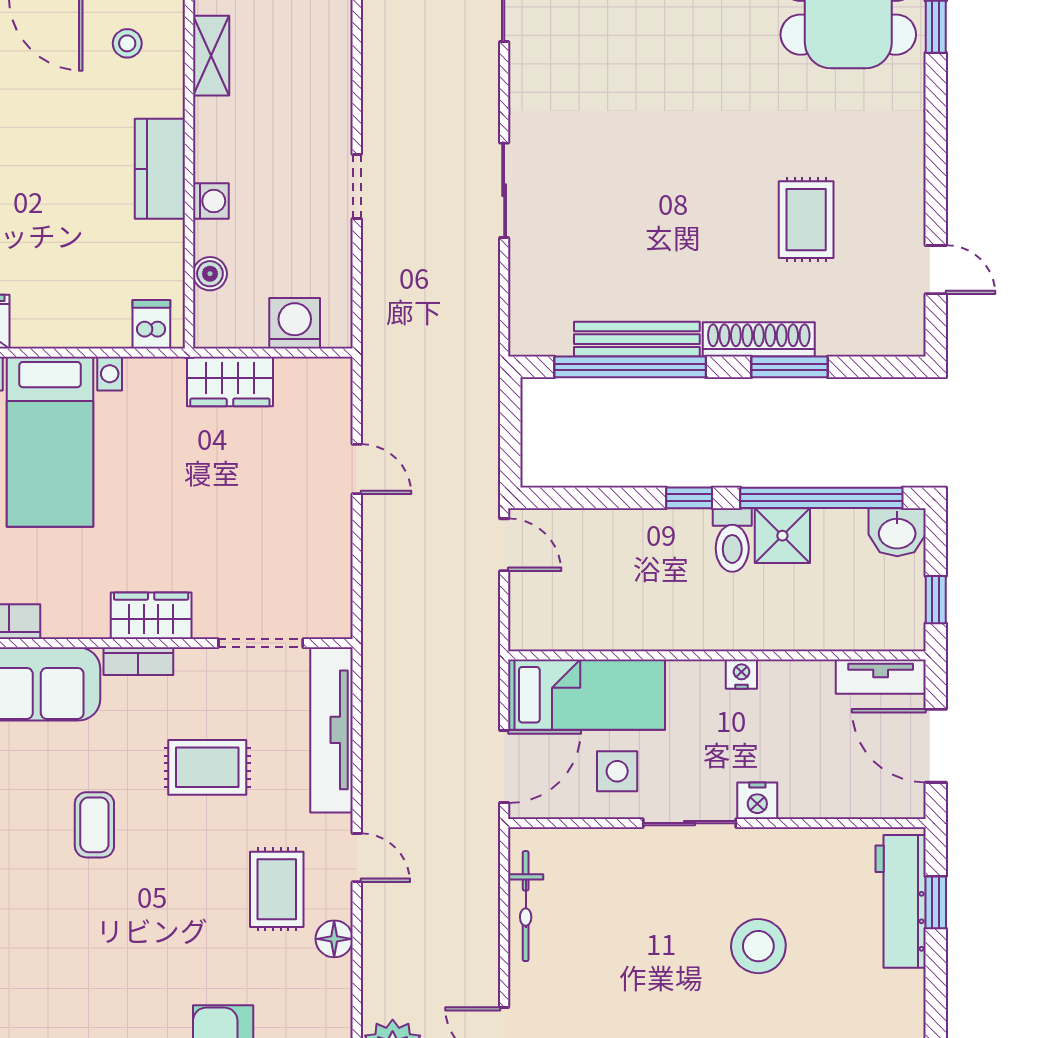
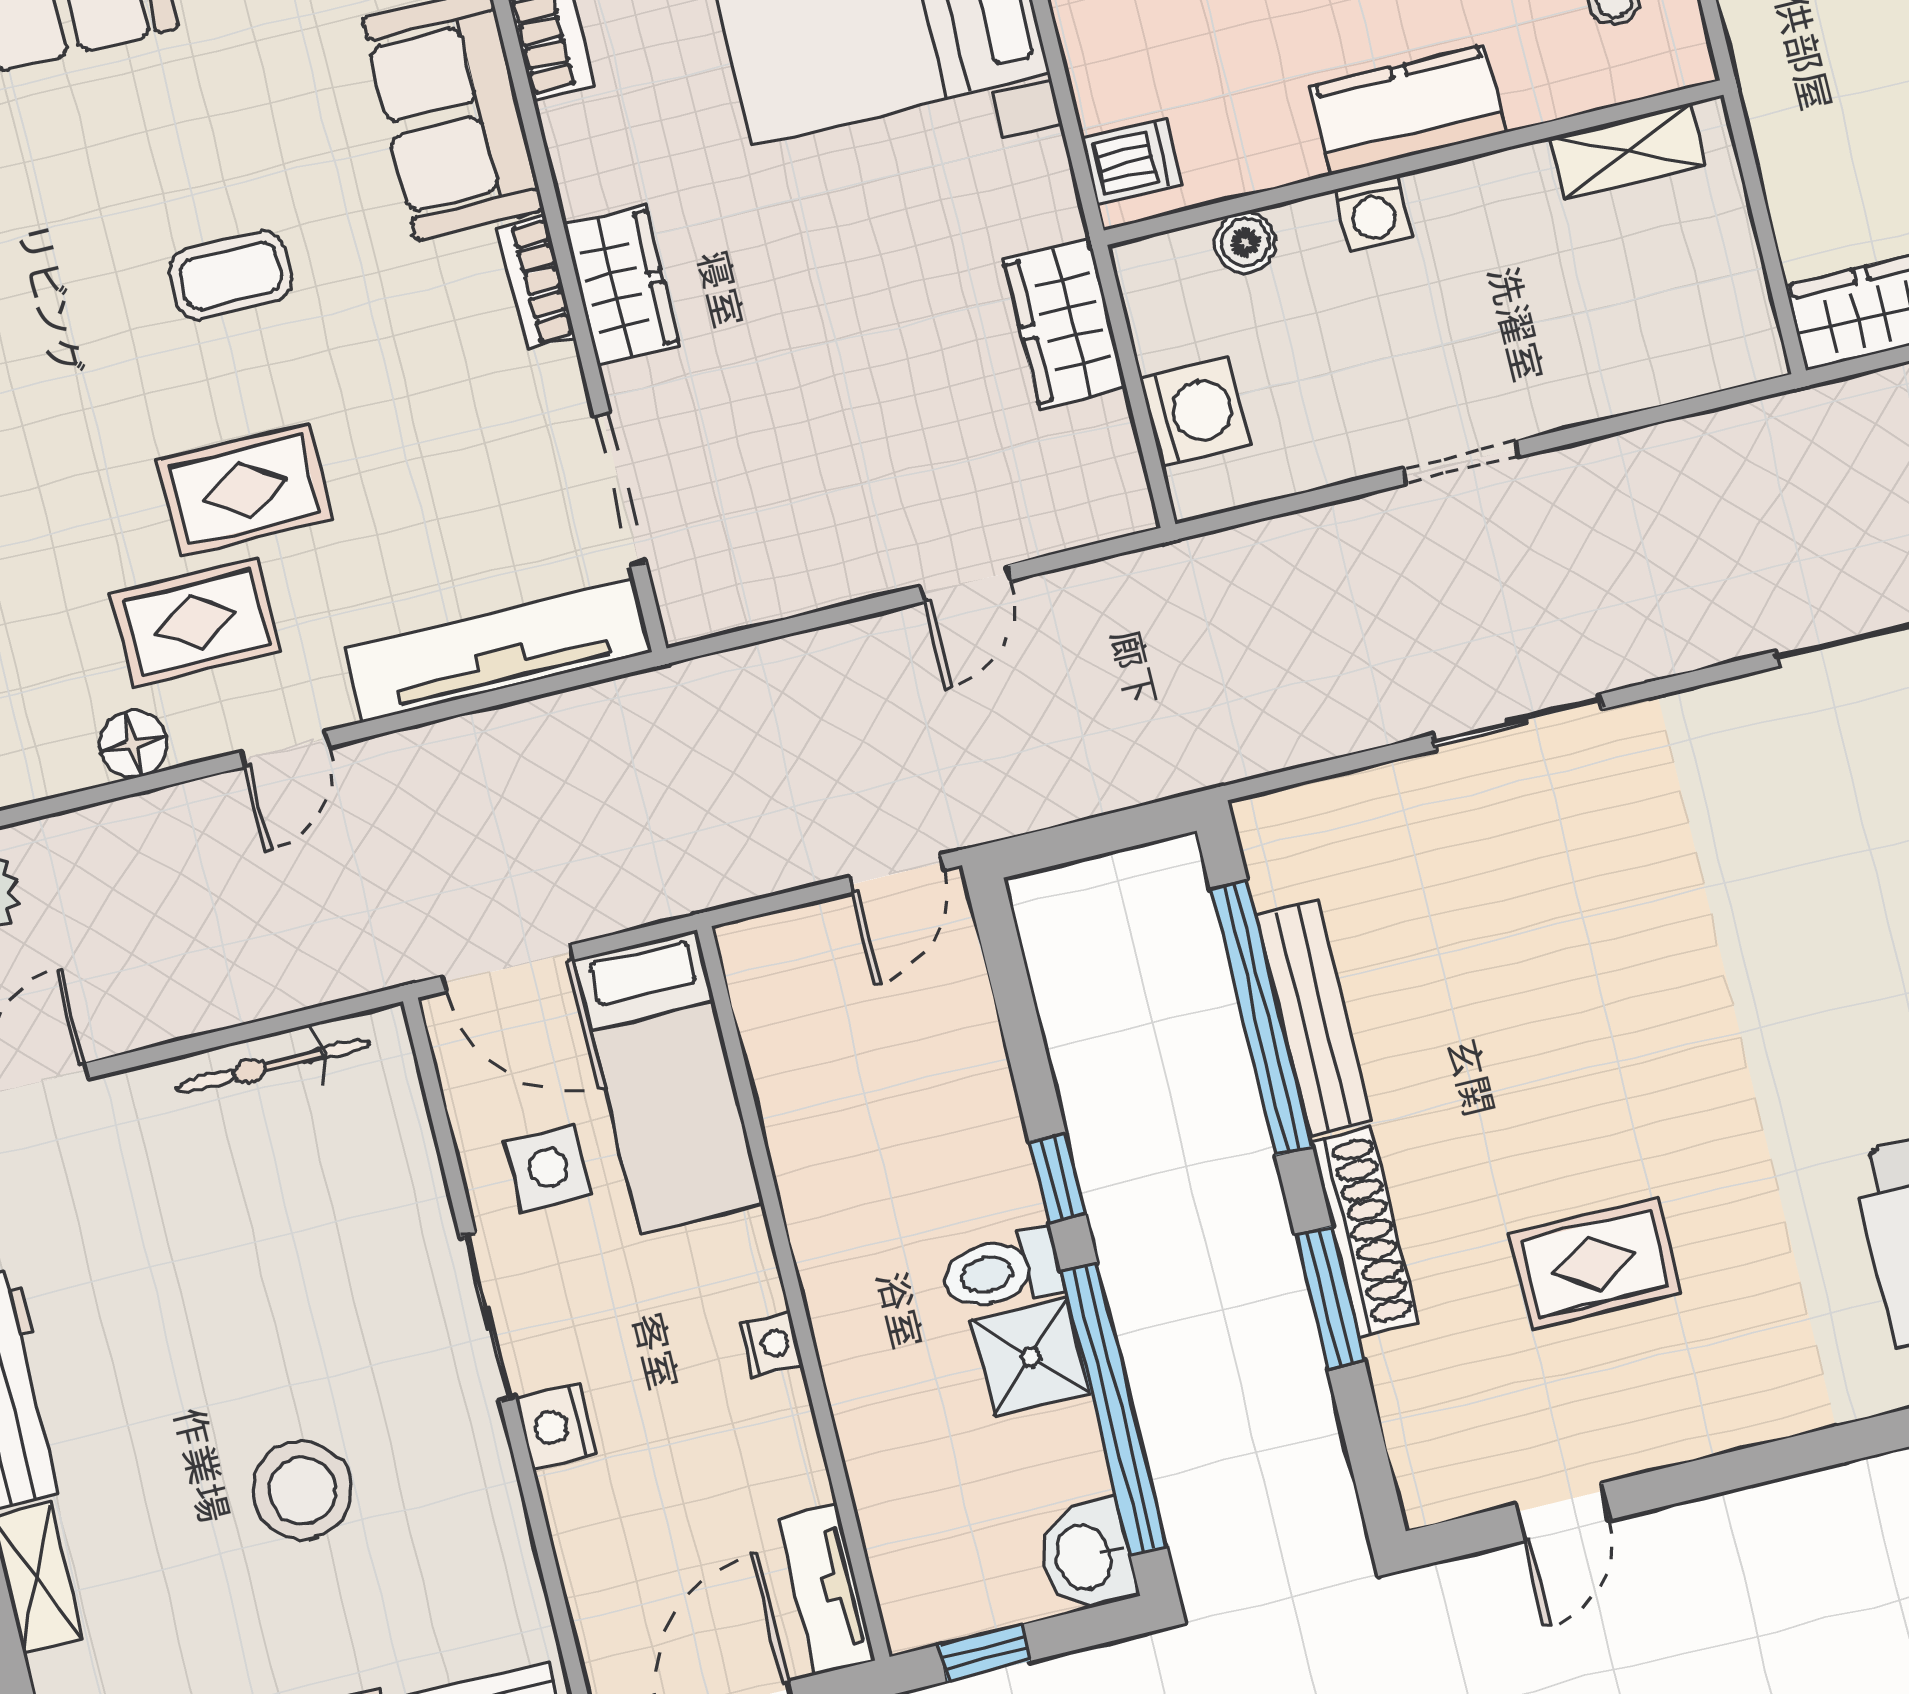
rug: (207, 767) -> (245, 490), moved, turned 90

